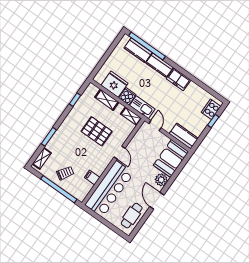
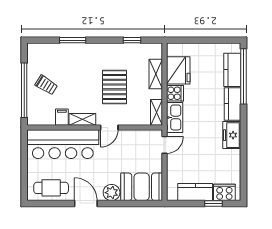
kitchen counter: (184, 136) -> (195, 192), moved, turned -90
shelving: (42, 158) -> (82, 119), moved
door: (157, 201) -> (86, 204), hinge flipped

